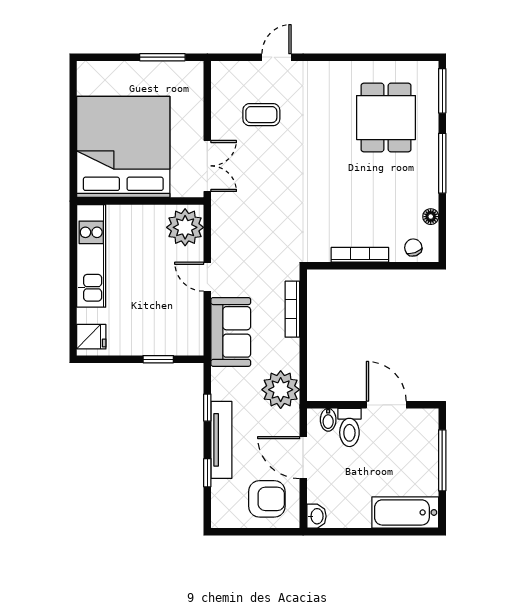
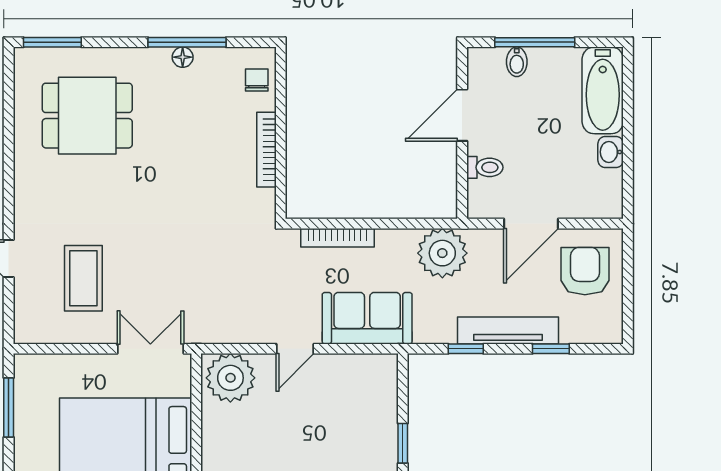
coffee table: (261, 115) -> (83, 278), width x1.36, depth x1.30
window: (442, 163) -> (187, 42), moved
floor lamp: (431, 217) -> (183, 57), moved
chair: (413, 247) -> (257, 80), turned 109
window: (158, 359) -> (403, 443), moved
bidet: (328, 420) -> (517, 62), moved, turned 90
toilet: (349, 427) -> (485, 167), width x0.73, depth x0.72
washbasin: (316, 516) -> (611, 152), moved, turned -90

